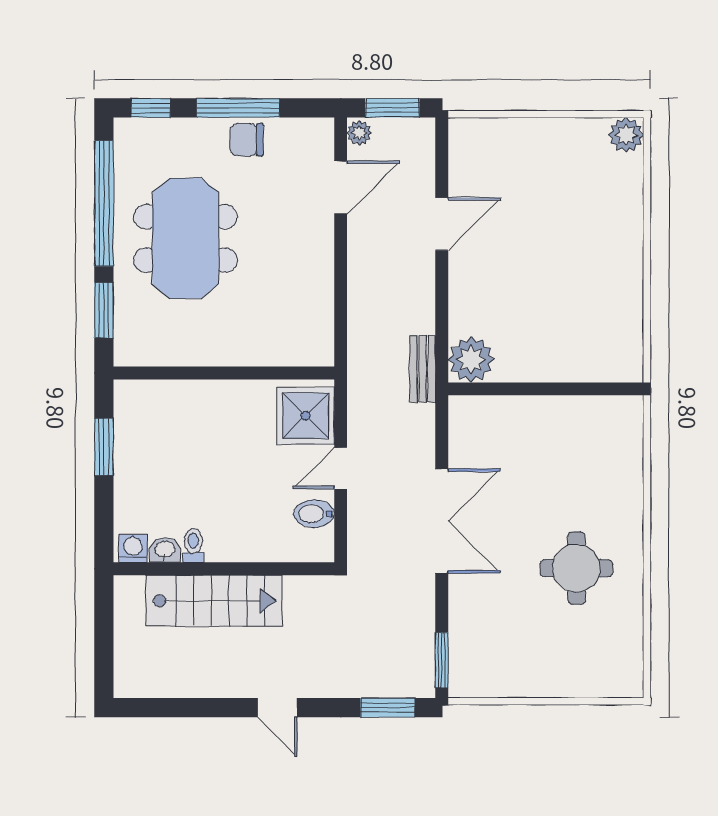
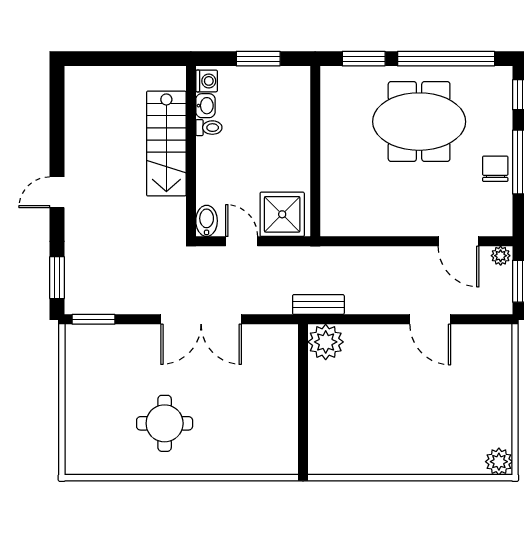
toilet: (193, 545) -> (209, 128), moved
washing machine: (133, 548) -> (207, 81), moved
washbasin: (165, 550) -> (205, 106), moved
wall: (224, 569) -> (191, 151), moved
stairs: (214, 601) -> (166, 144), moved

